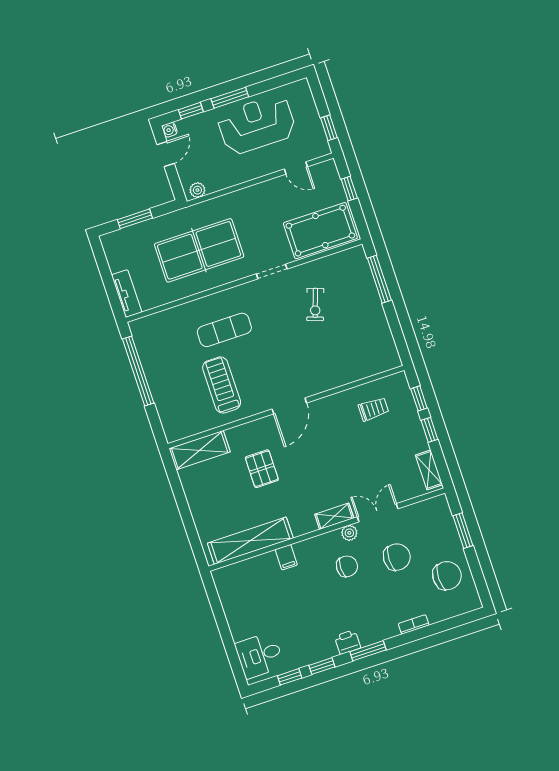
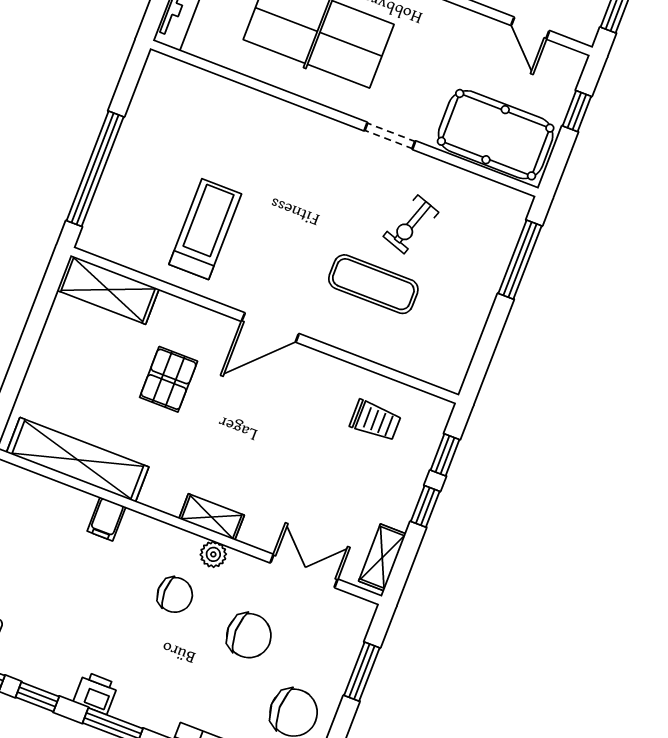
exercise mat: (224, 330) -> (373, 284), moved
window: (138, 371) -> (95, 169), moved
double door: (378, 513) -> (304, 571), moved

